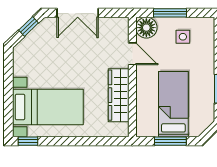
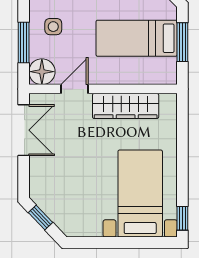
double door: (78, 13) -> (24, 130), moved

